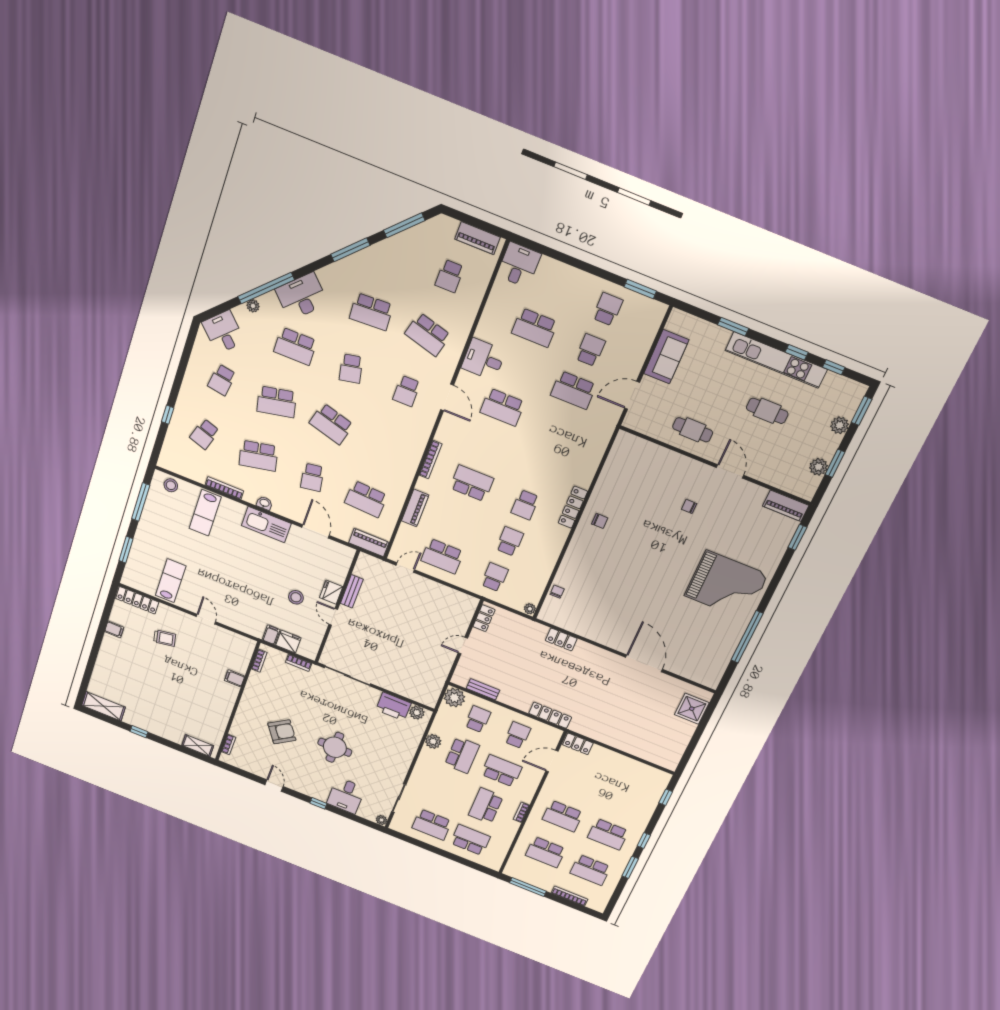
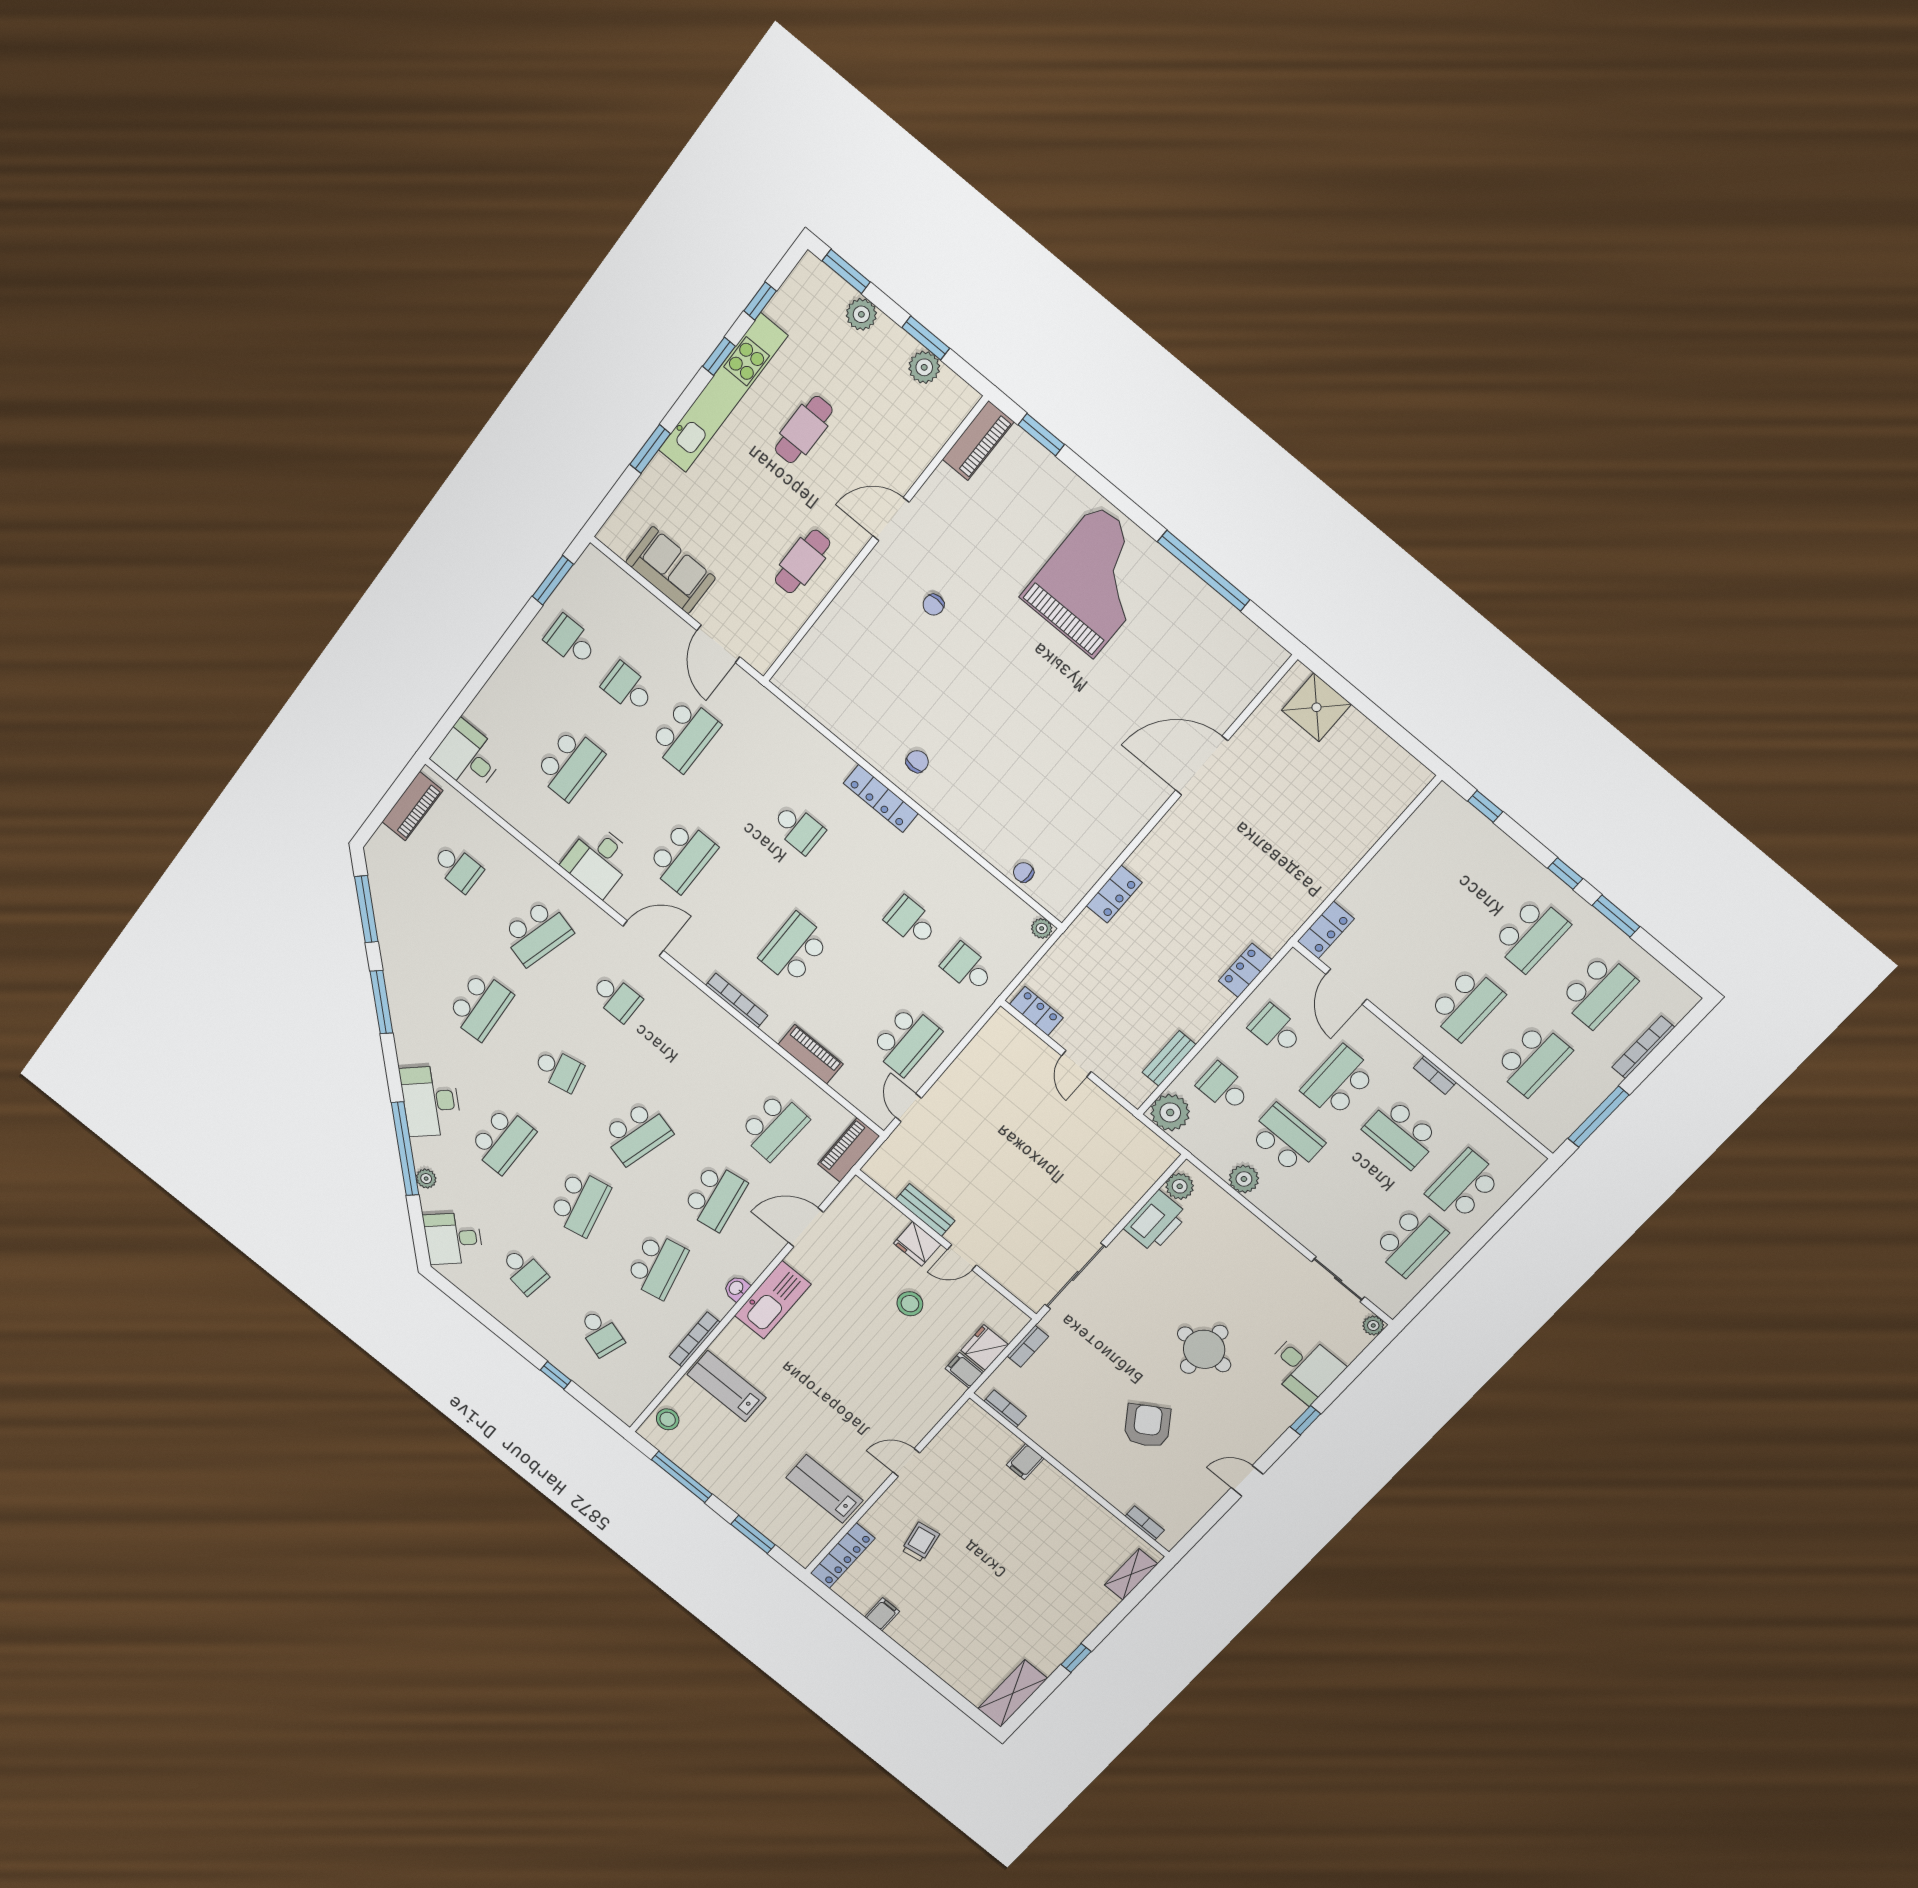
school desk: (312, 477) -> (715, 1197), width x1.85
school desk: (525, 505) -> (798, 828), moved
lab bench: (205, 513) -> (727, 1386), turned 180
locker: (550, 715) -> (1245, 970), width x0.66

